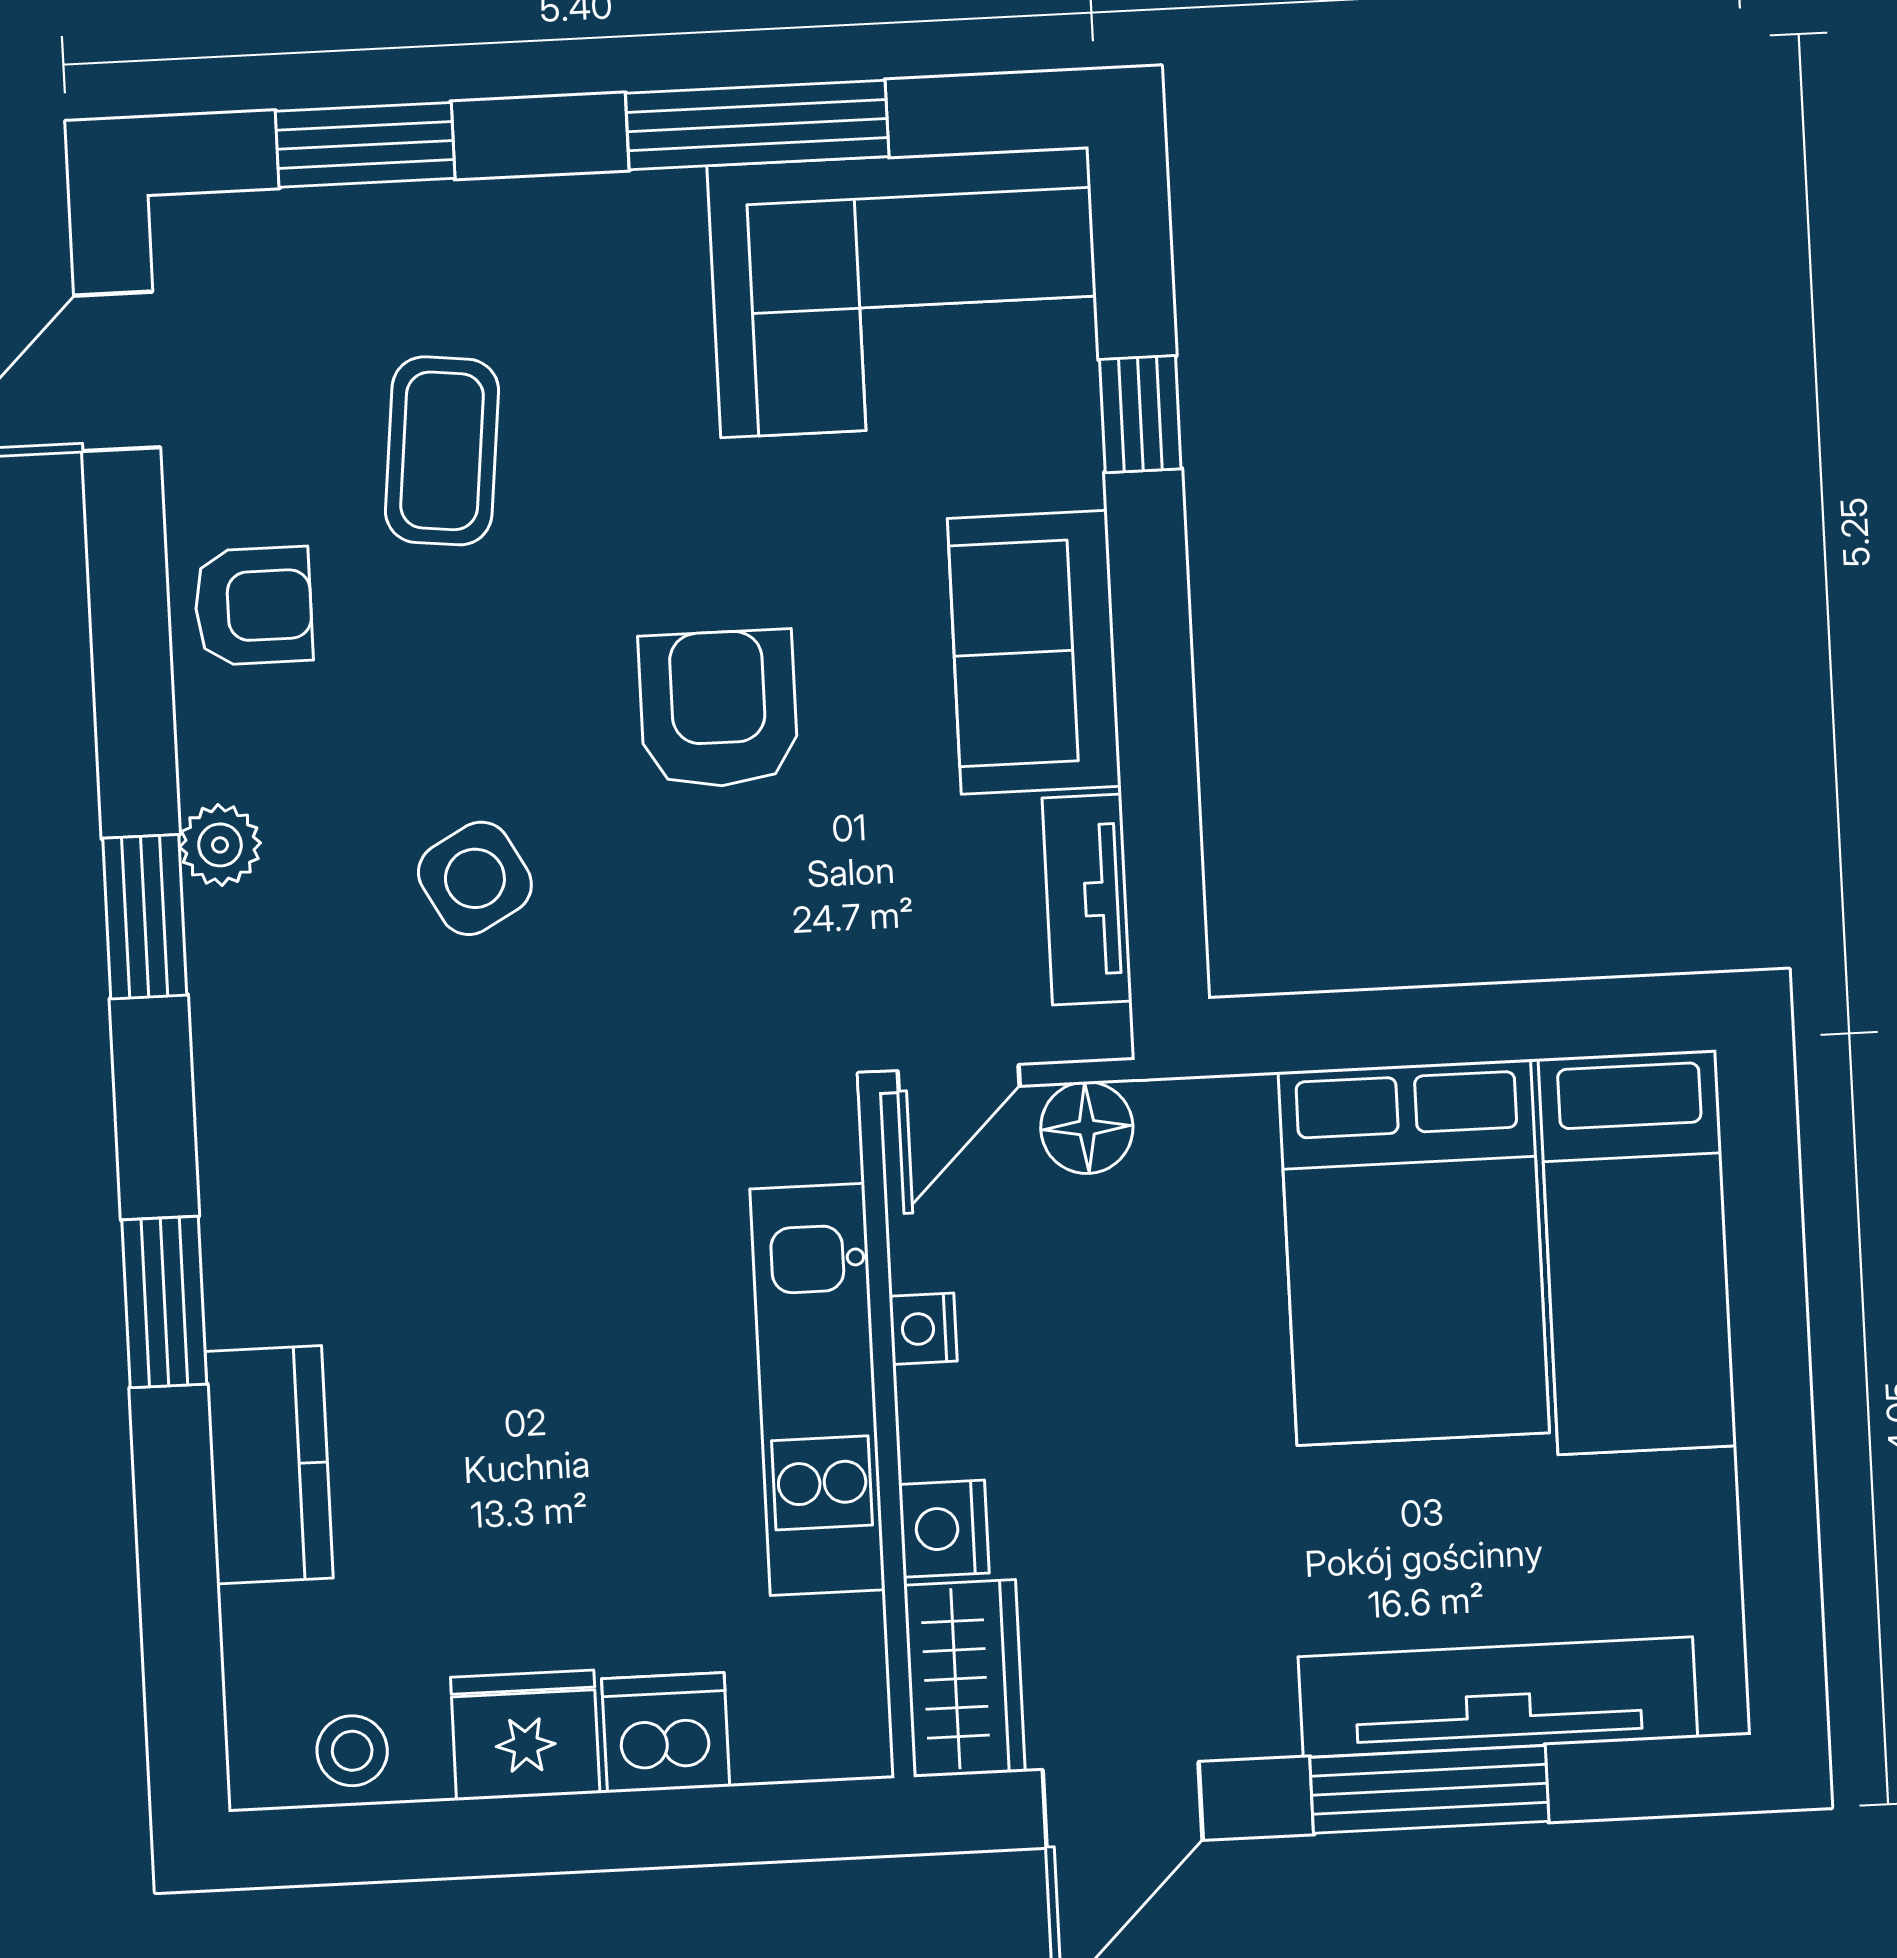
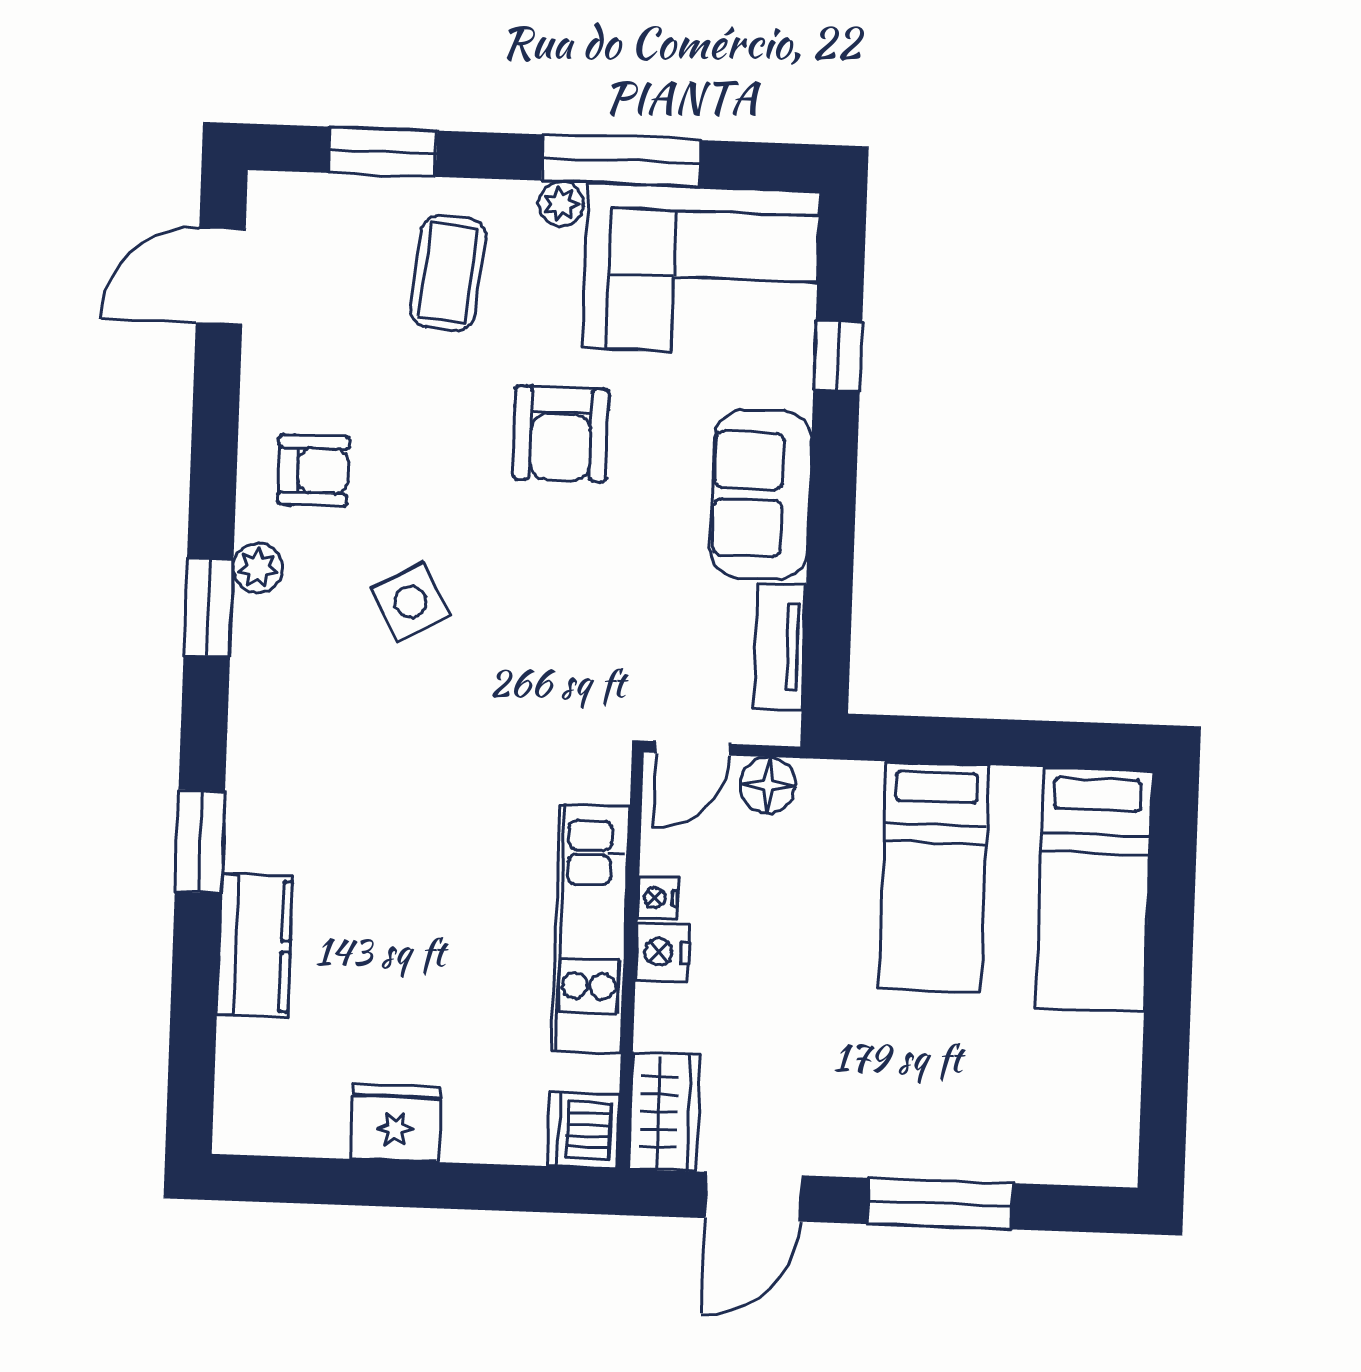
plant: (665, 205) -> (561, 204), added
coffee table: (442, 451) -> (448, 273), moved
armchair: (253, 606) -> (313, 471), moved
armchair: (718, 709) -> (561, 434), moved, turned 180
bed: (1414, 1252) -> (933, 877), width x0.67
nightstand: (944, 1529) -> (662, 952), moved
tv unit: (1498, 1697) -> (986, 1151), removed
dishwasher: (666, 1733) -> (583, 1130), moved, turned -90
stool: (352, 1751) -> (290, 1123), removed

